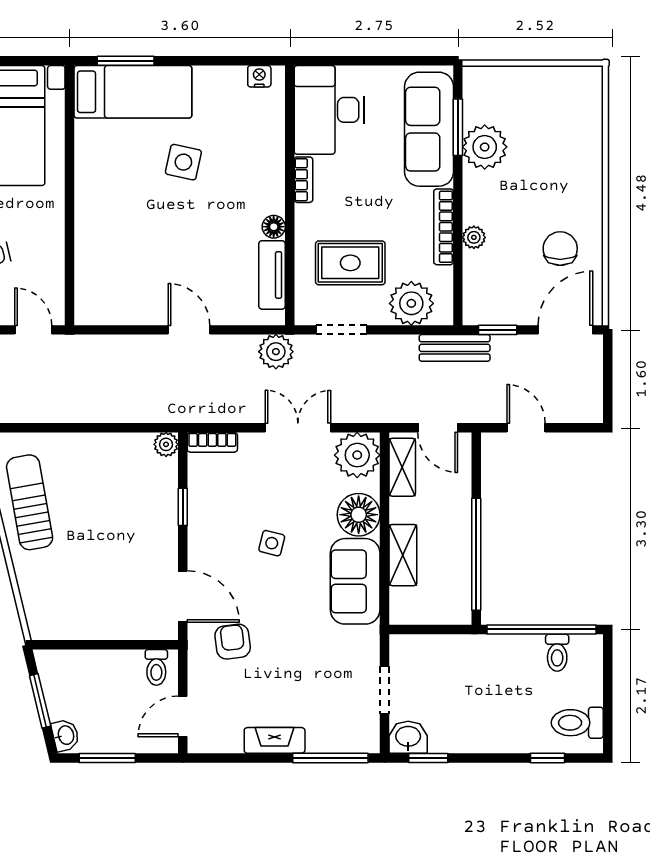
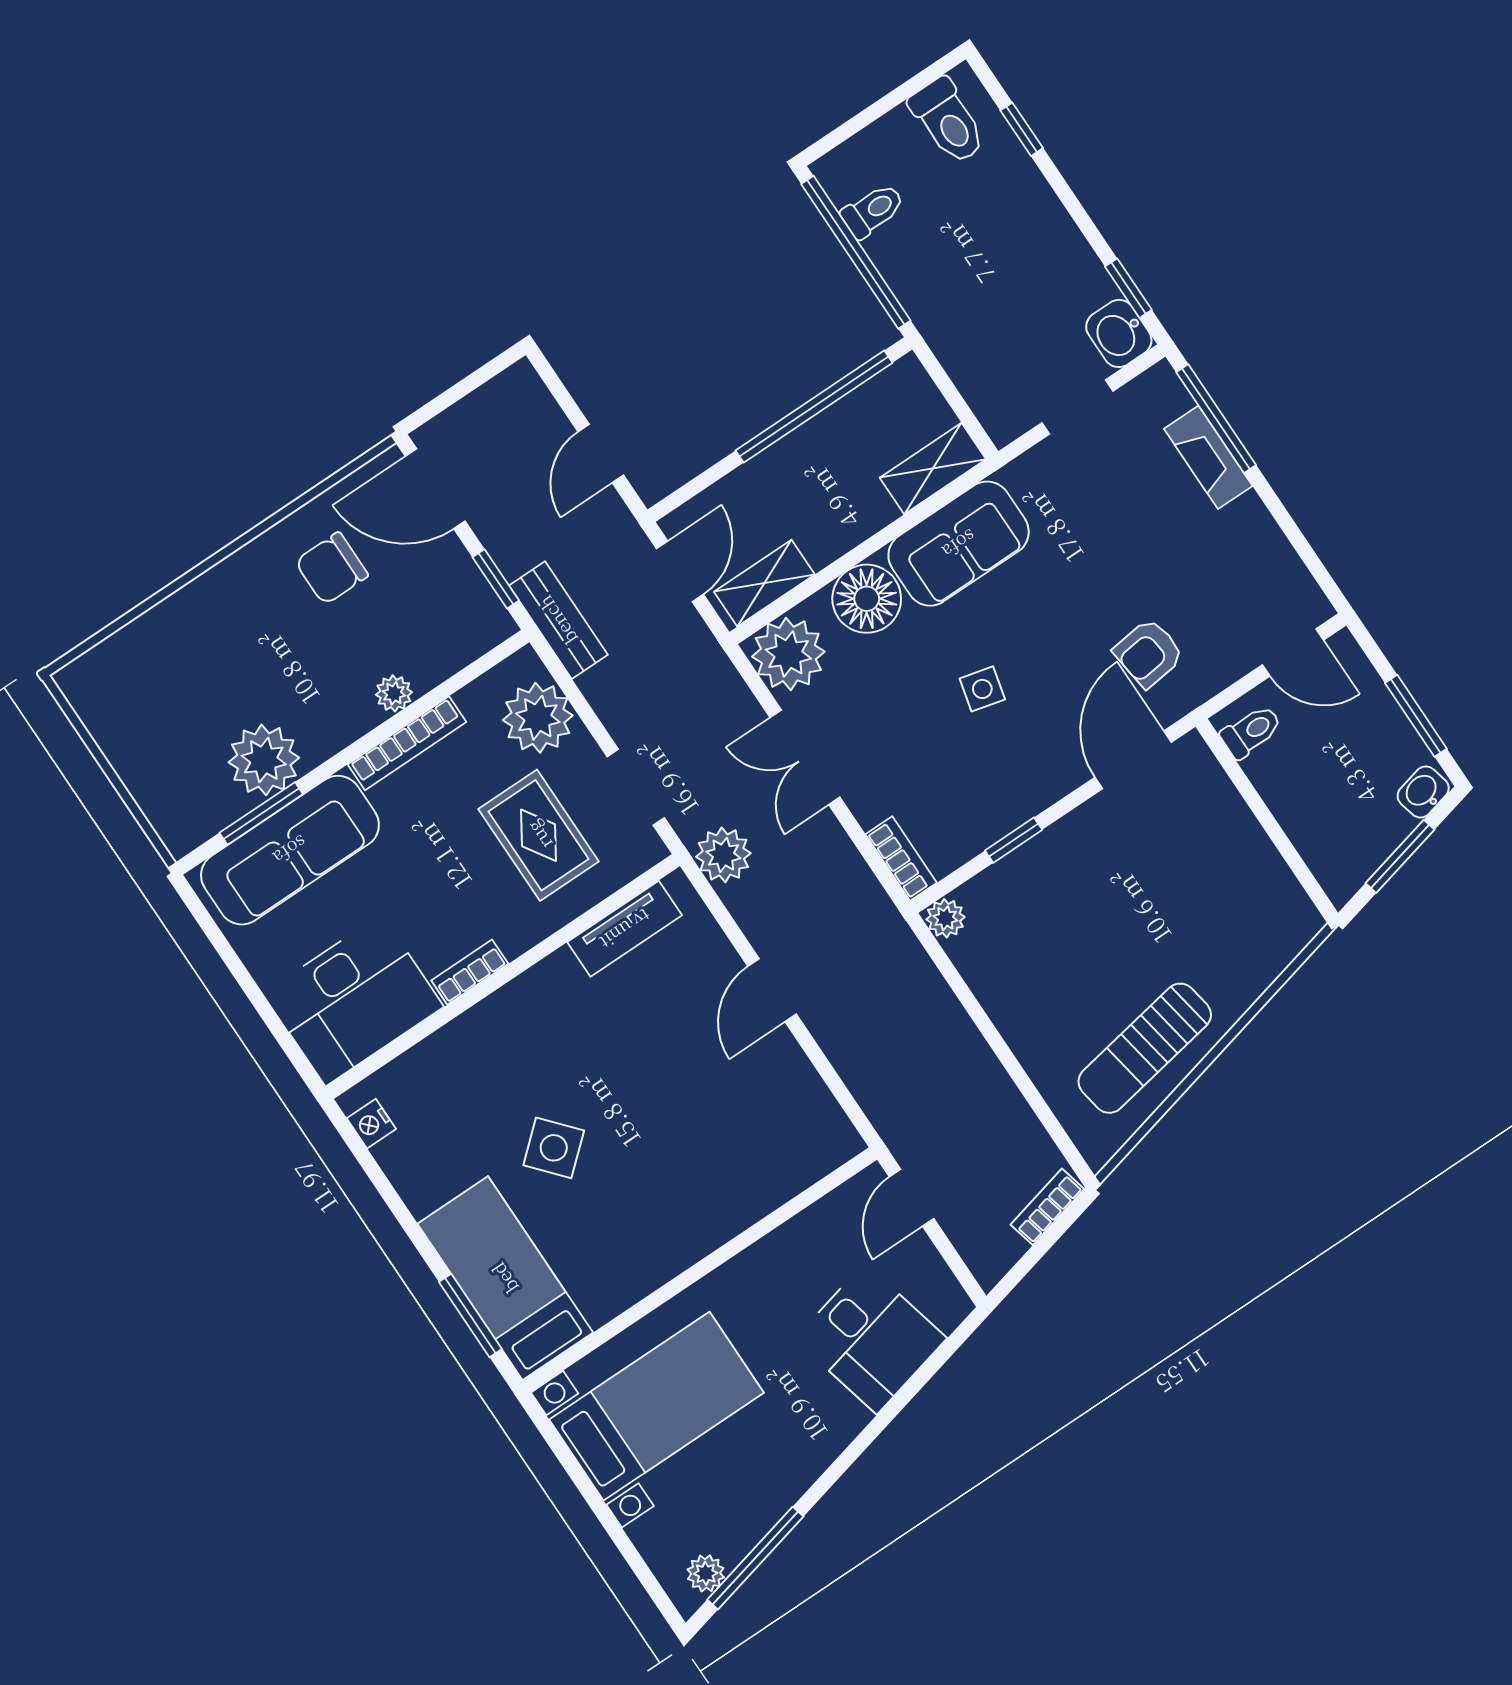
side table: (183, 162) -> (554, 1148), turned 37
floor lamp: (274, 227) -> (559, 970), removed
shelving: (403, 555) -> (933, 468), moved
fireplace: (275, 740) -> (1208, 457), moved

